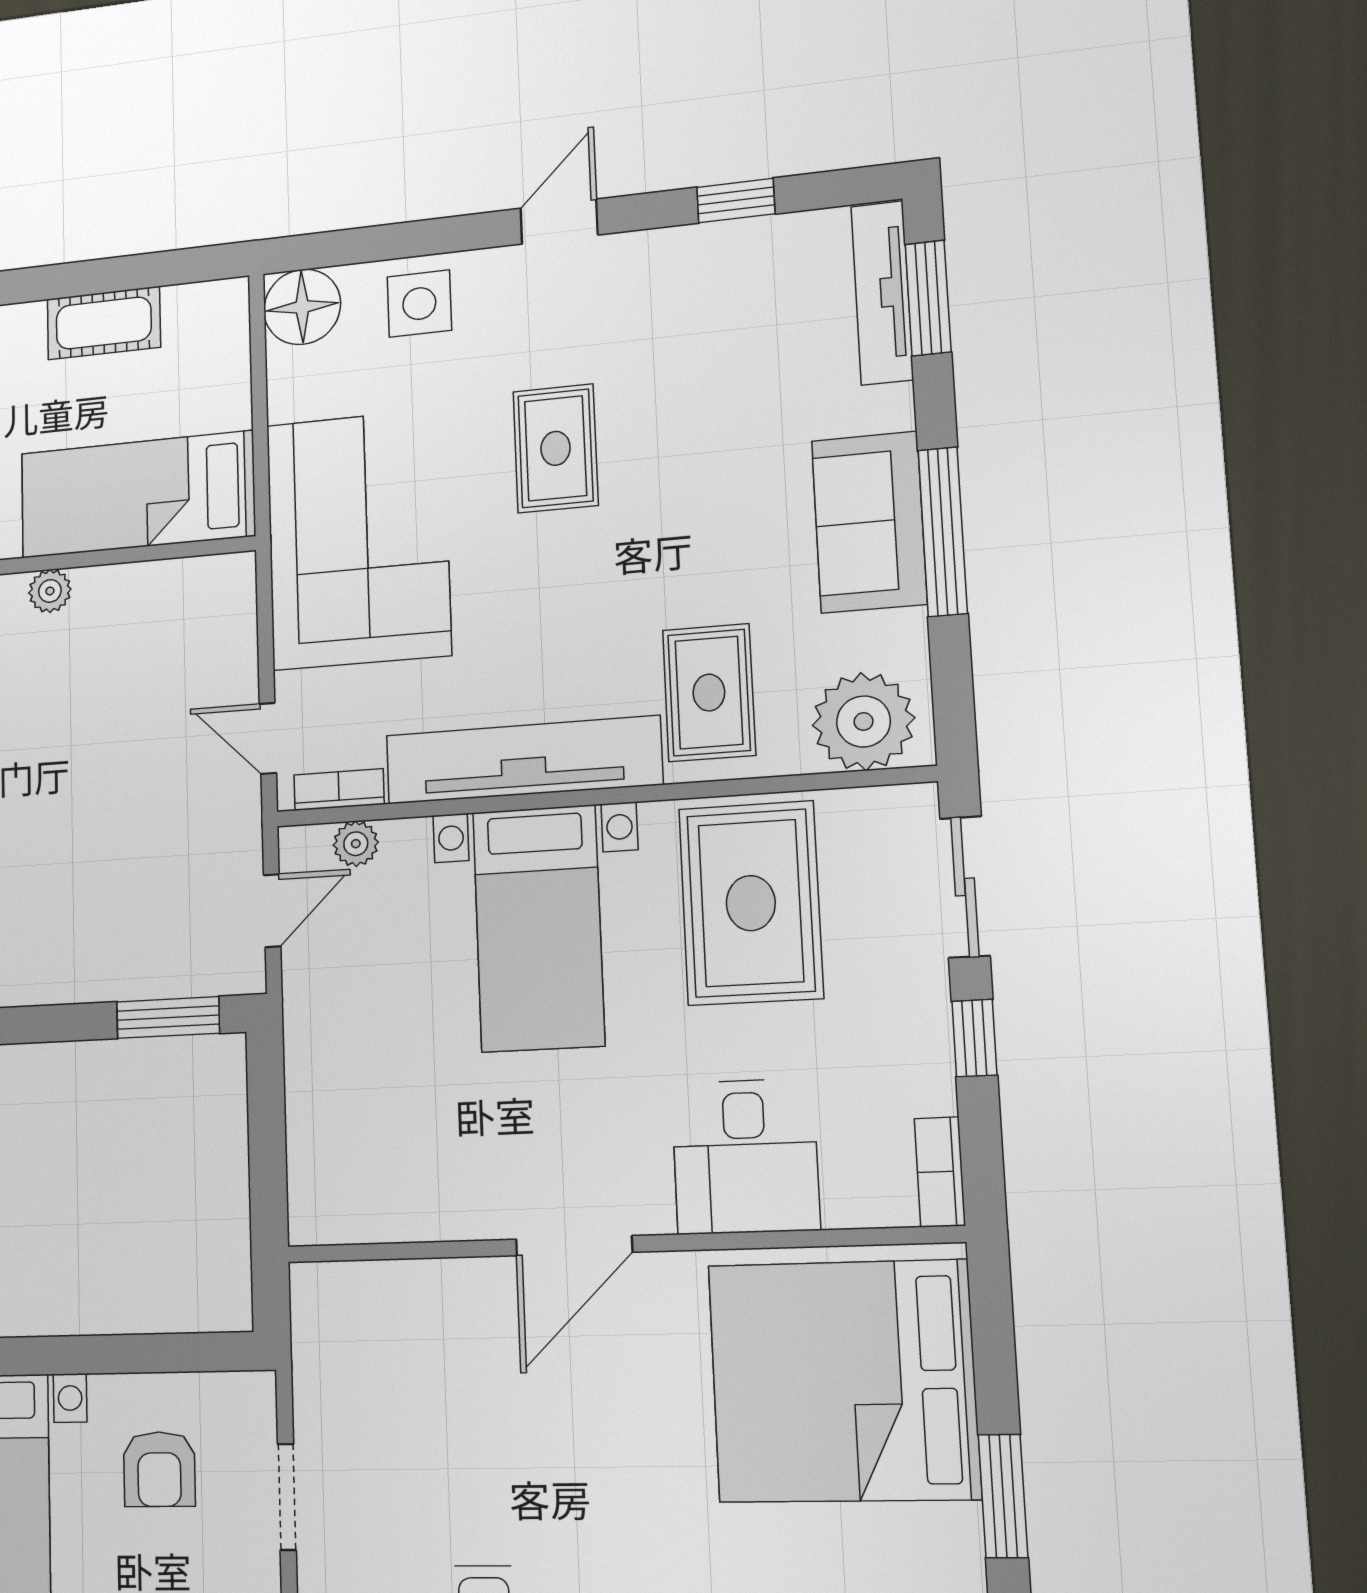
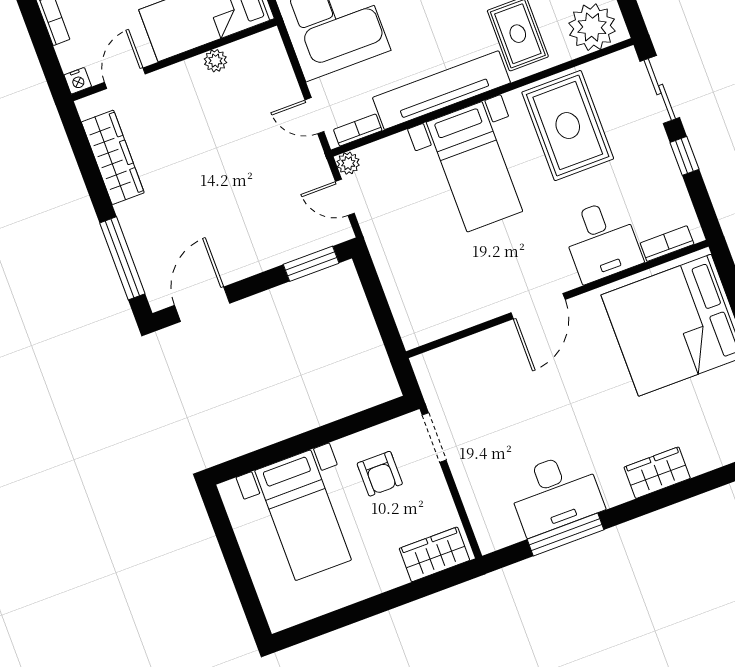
plant: (50, 591) -> (215, 61), moved
plant: (356, 844) -> (348, 163), moved
door: (272, 911) -> (345, 197), swing flipped
bookcase: (940, 1172) -> (667, 244), moved, turned 90
doorway: (287, 1497) -> (434, 438), moved

